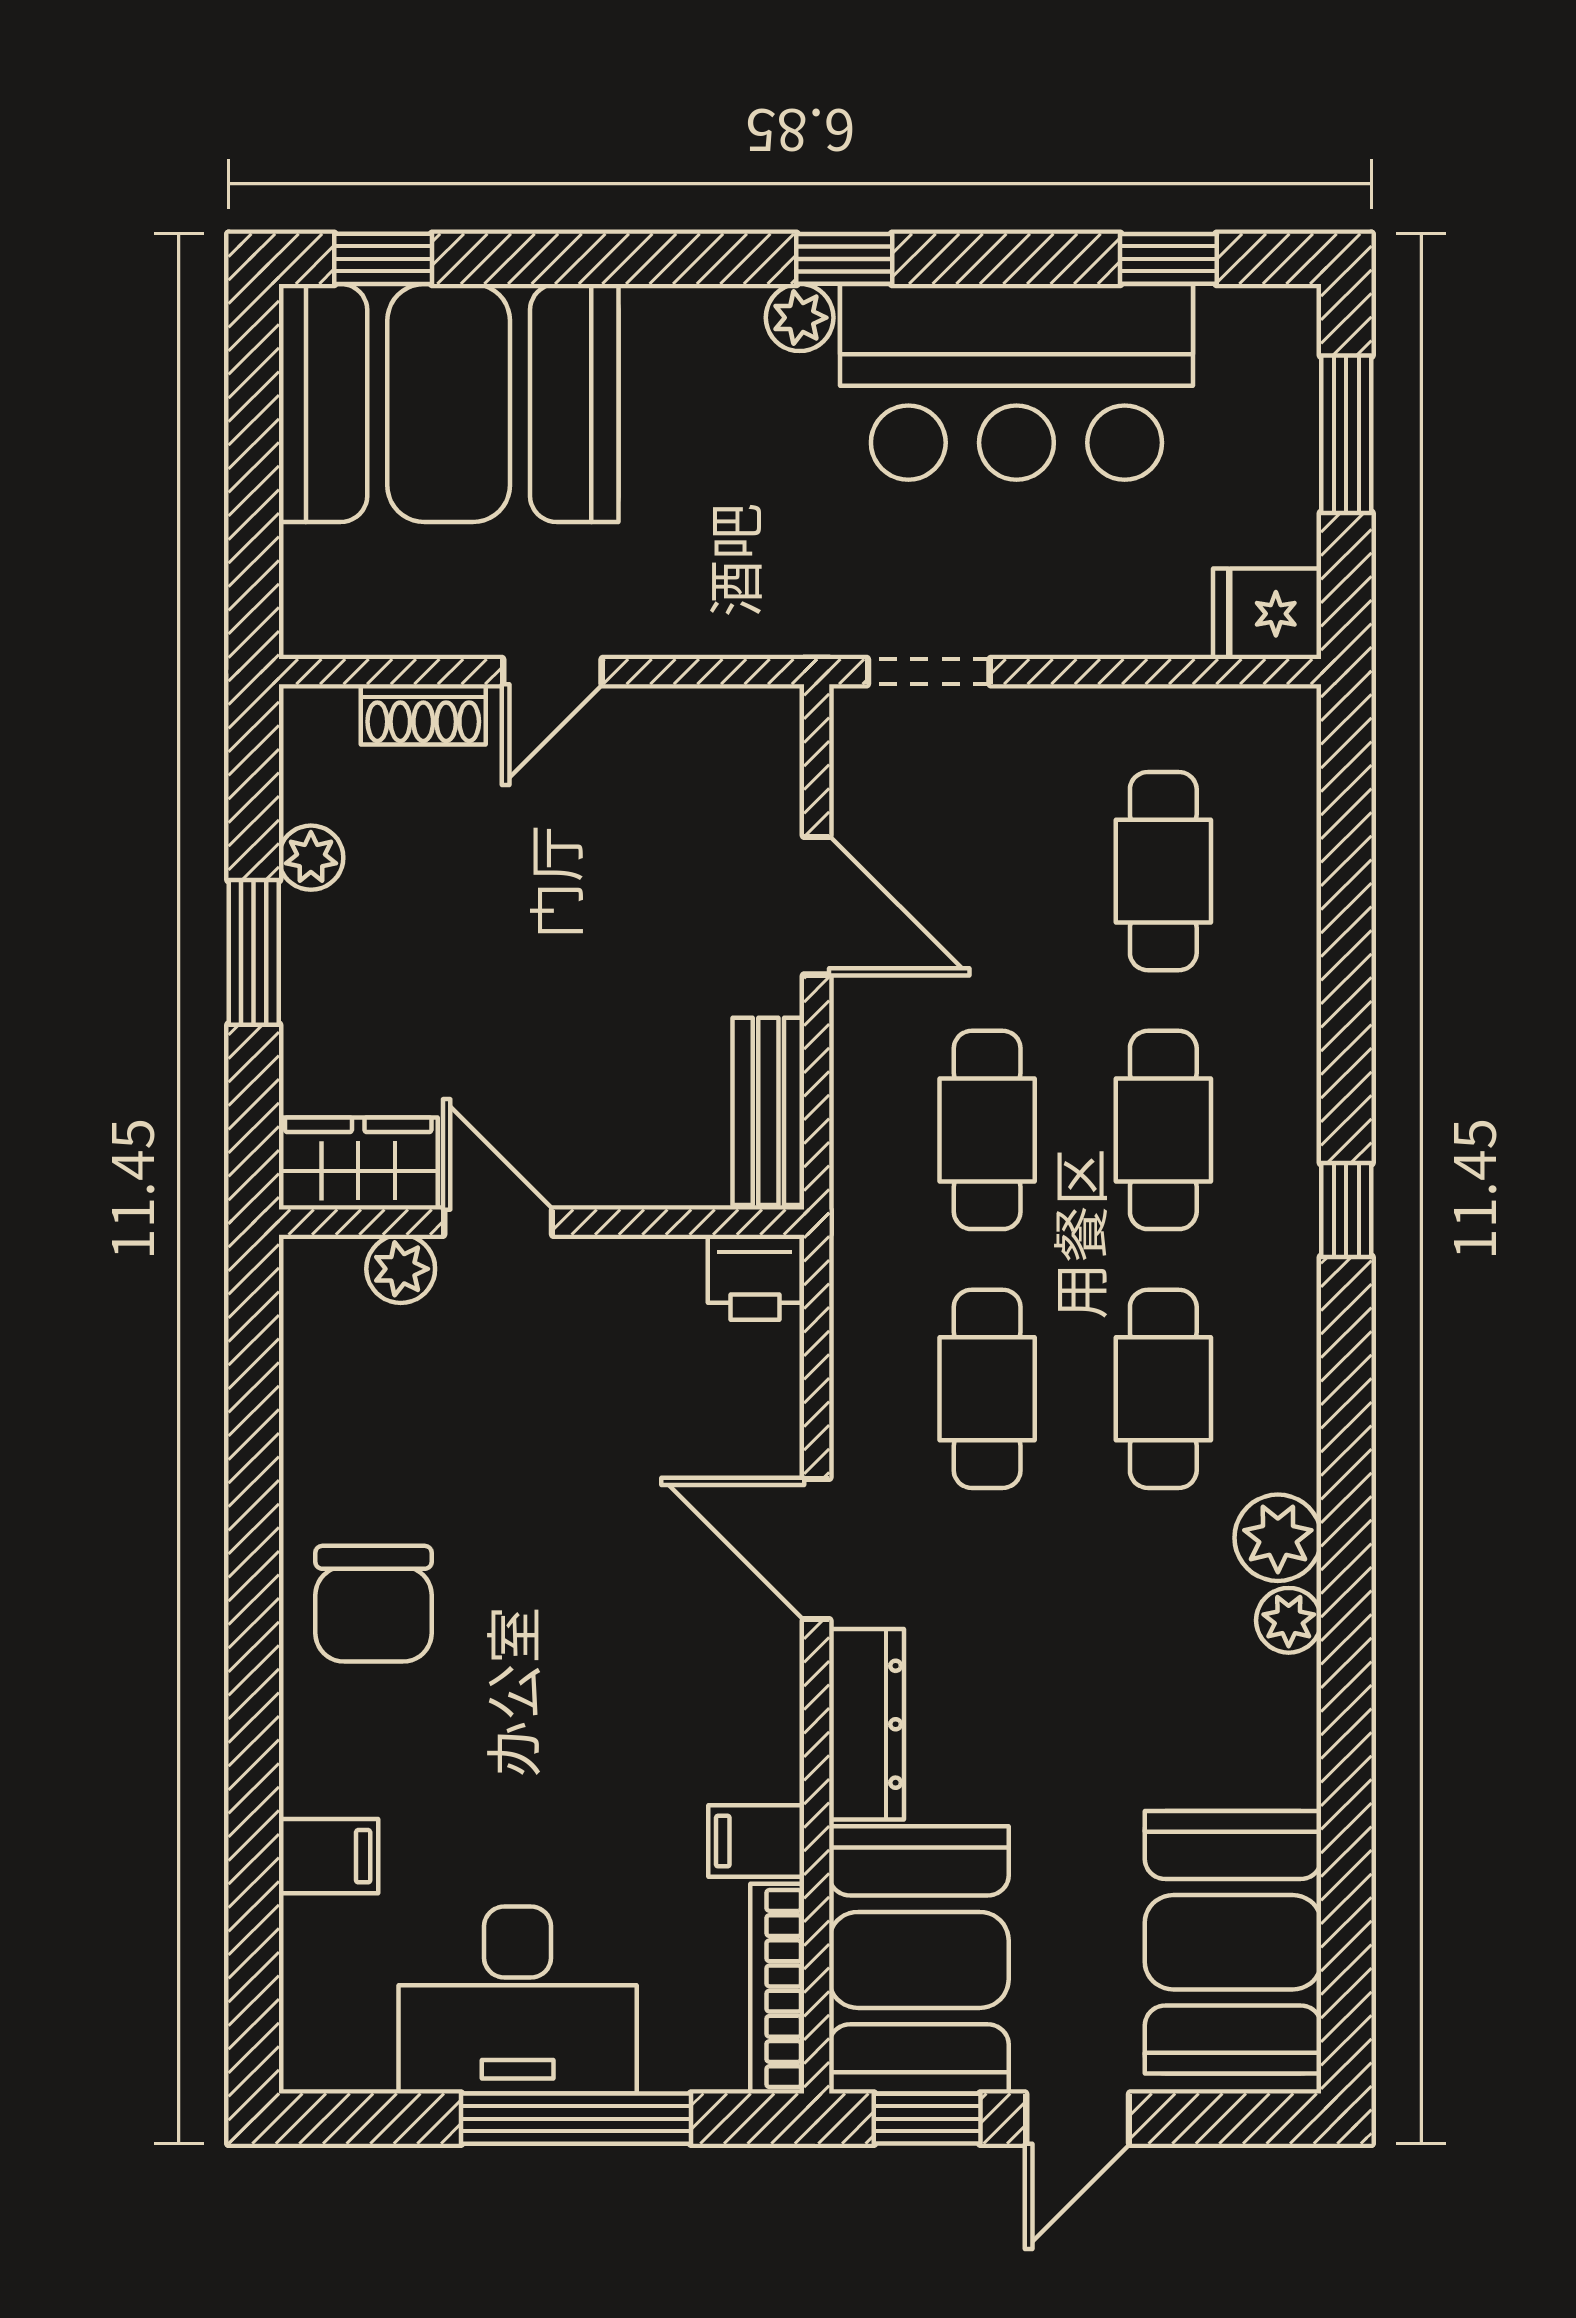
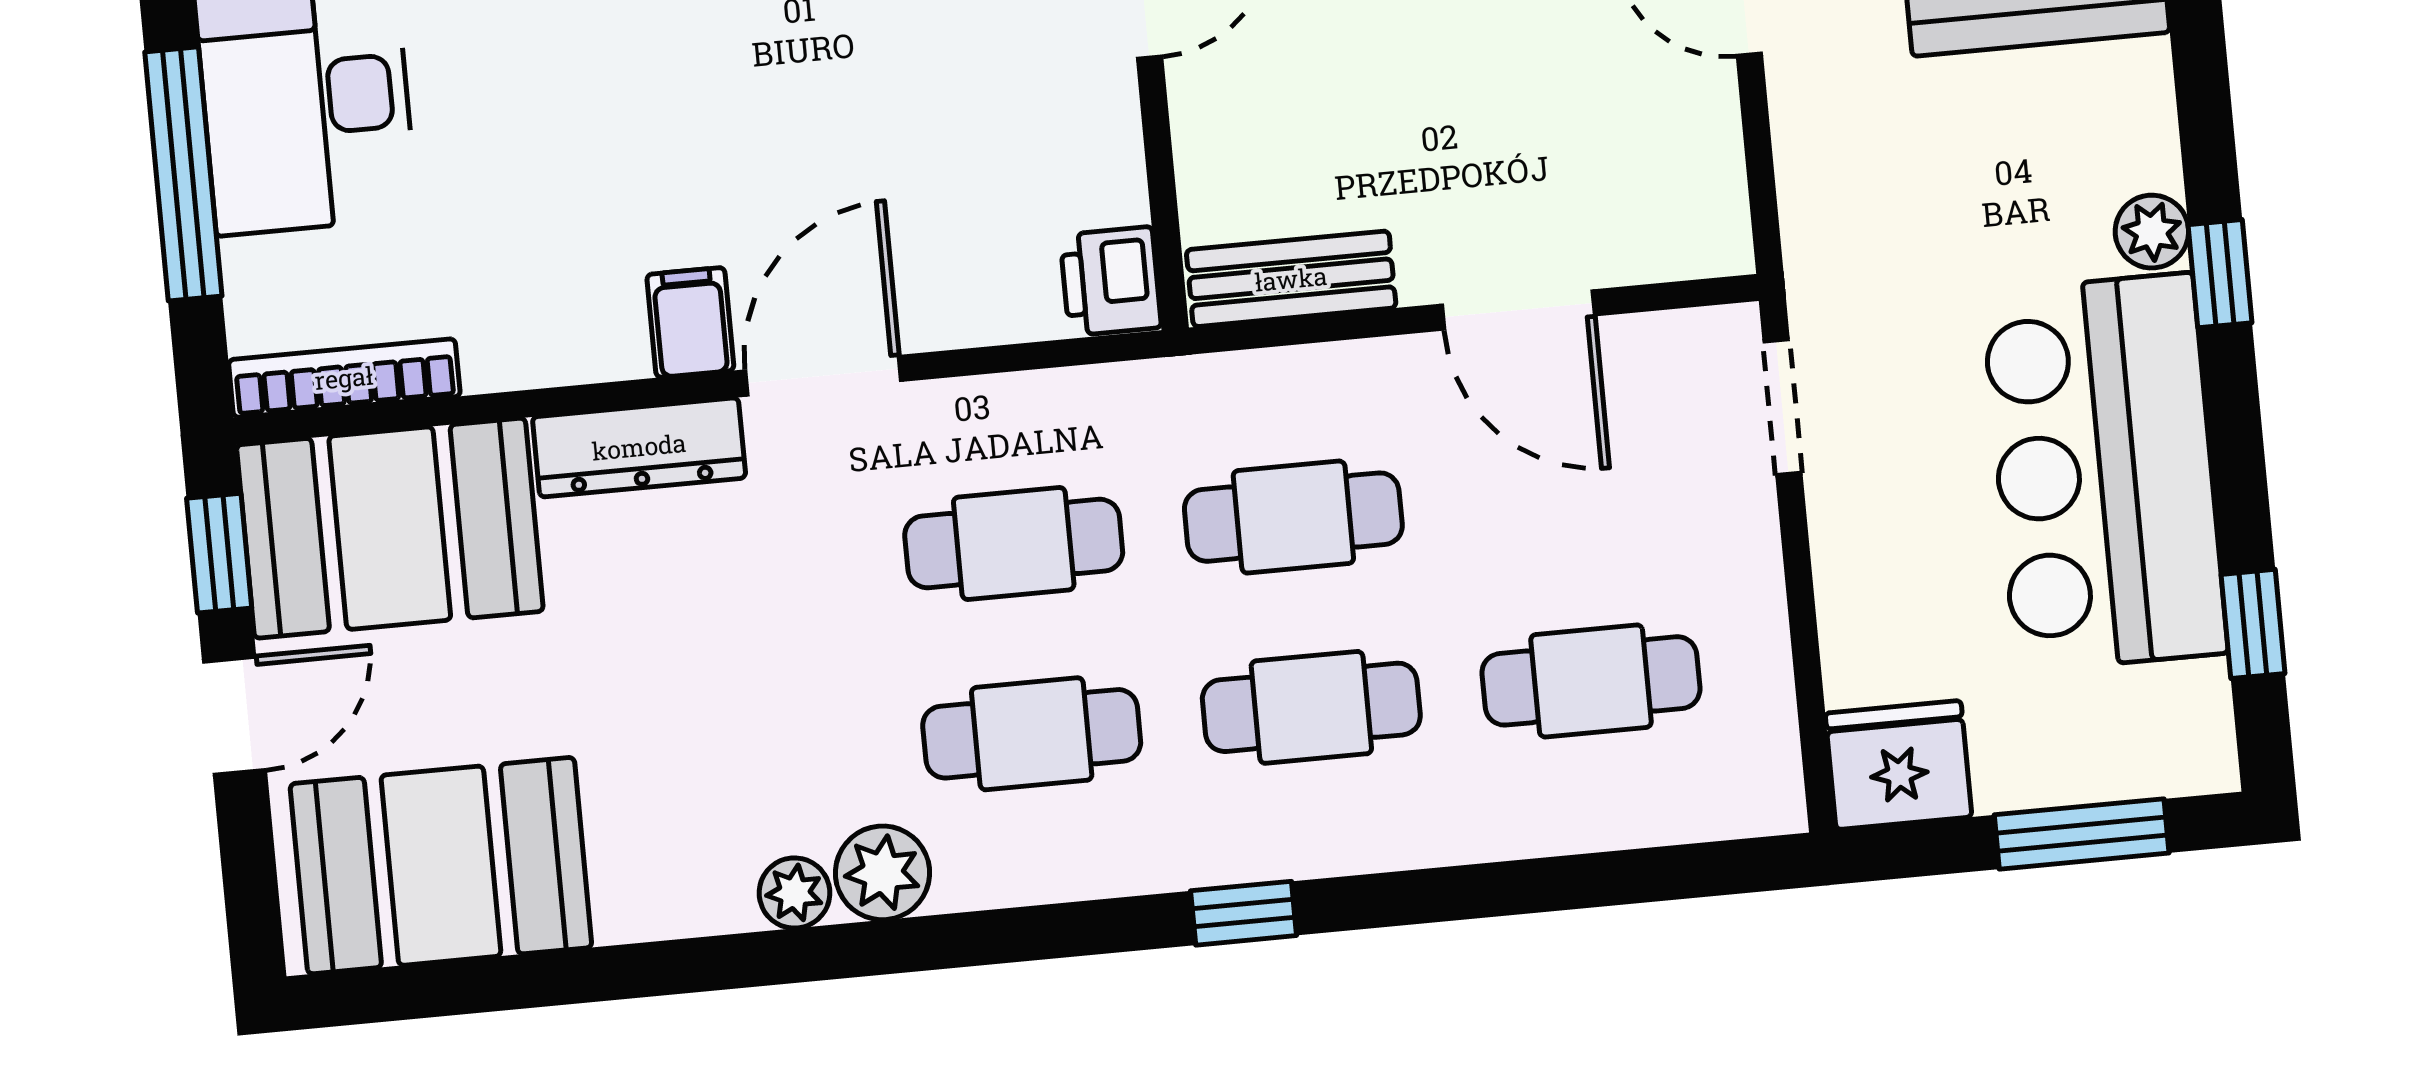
fridge: (1267, 614) -> (1899, 765), width x1.38
door: (817, 906) -> (1518, 310), hinge flipped
filing cabinet: (756, 1841) -> (690, 322), moved
door: (1078, 2119) -> (235, 716), swing flipped

